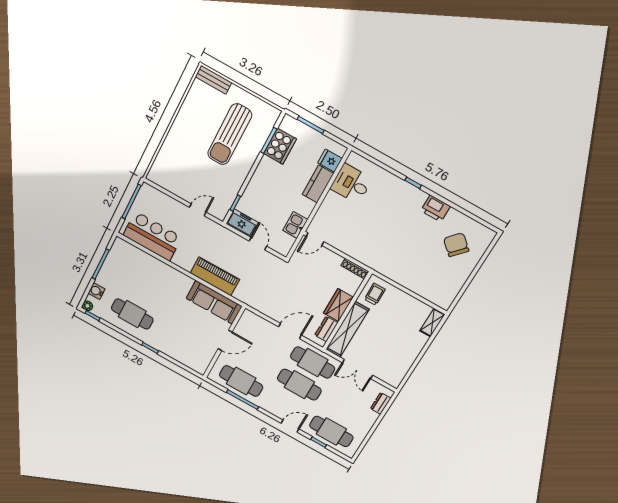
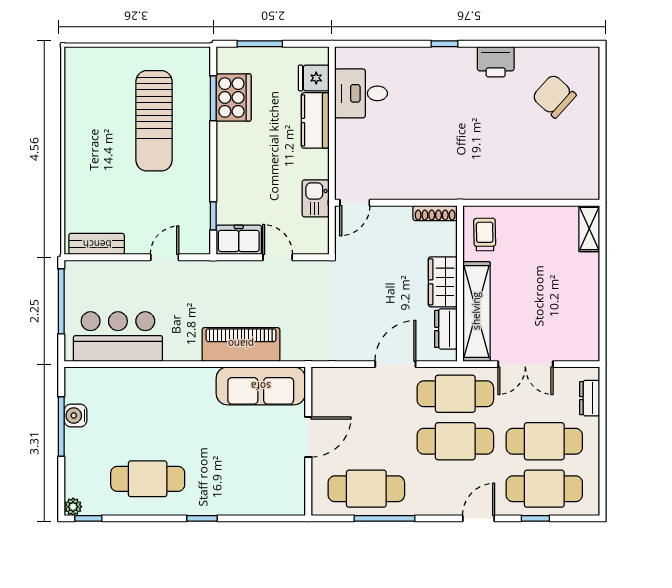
bench: (213, 80) -> (97, 244), moved
water cooler: (97, 291) -> (76, 416), moved
cafe table: (345, 410) -> (544, 441), added

